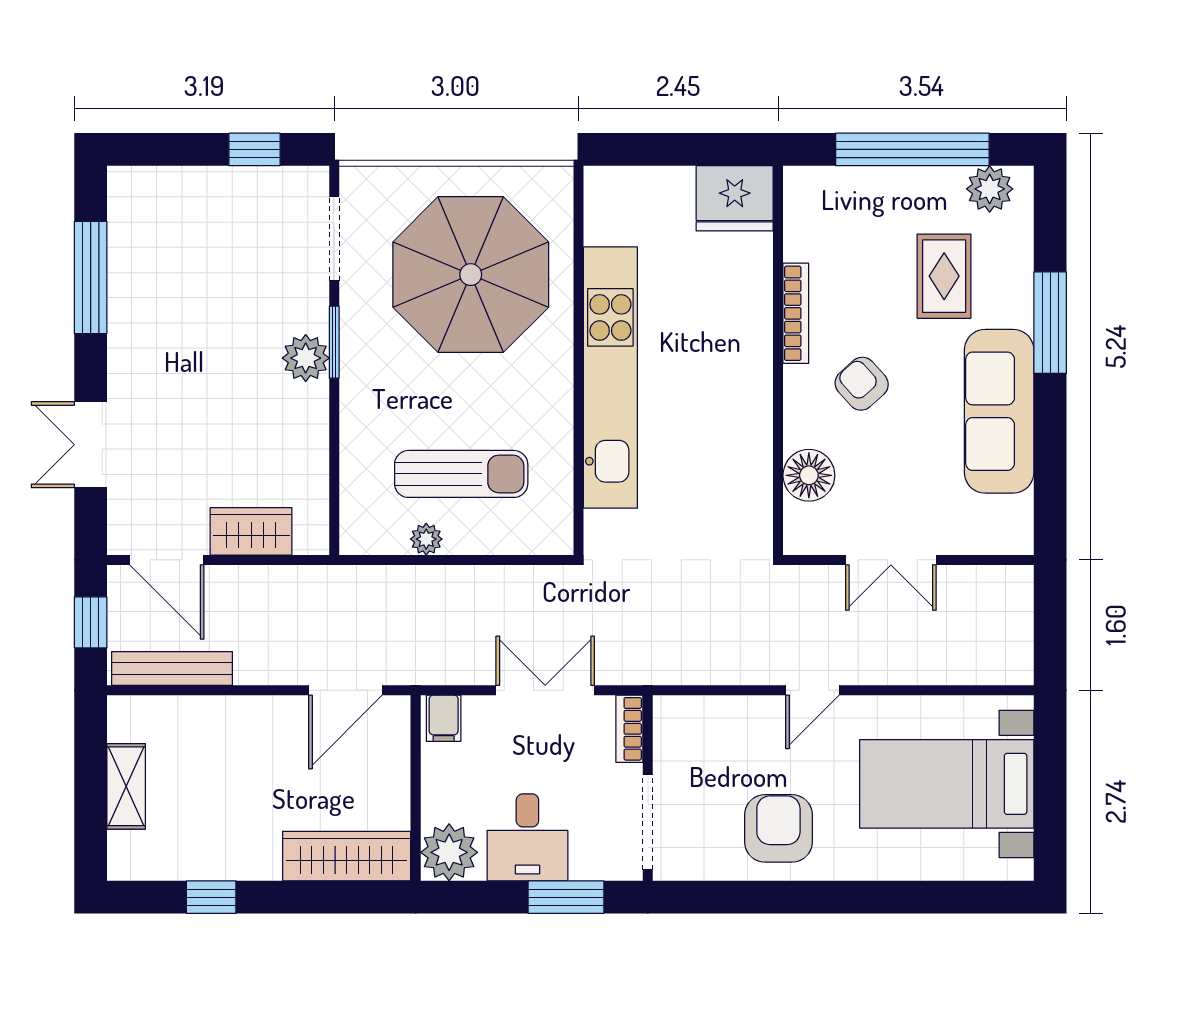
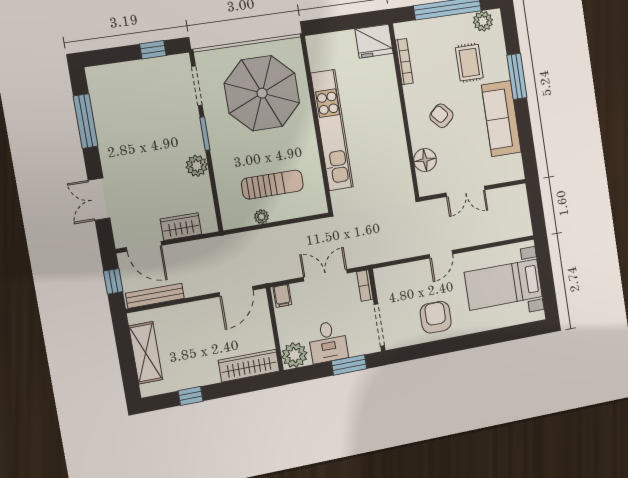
bookcase: (796, 313) -> (404, 62), moved
plant: (306, 358) -> (197, 166), moved
shelving: (126, 786) -> (146, 353), width x1.50, depth x1.33

